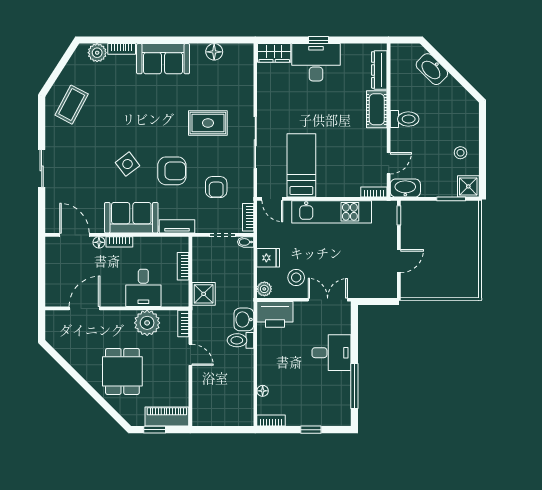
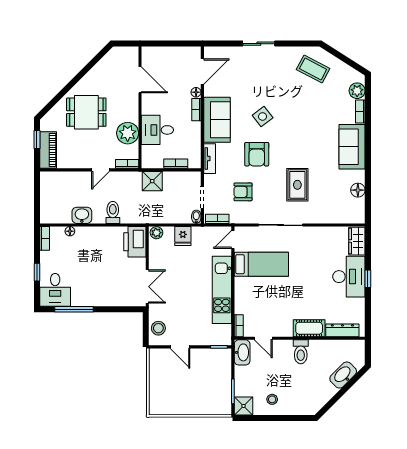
stool: (296, 278) -> (158, 328), moved
washbasin: (244, 319) -> (82, 215), moved
desk: (332, 353) -> (55, 290), moved

